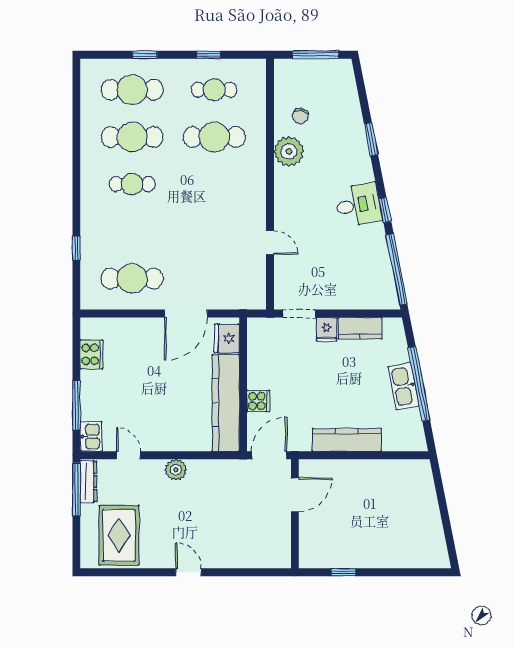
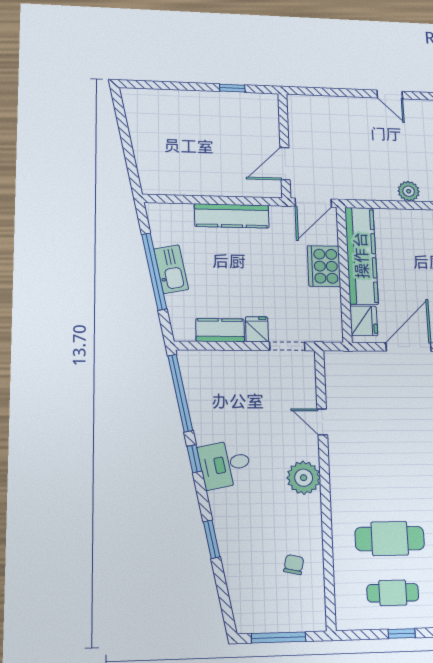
plant: (289, 151) -> (304, 478), moved
cooker: (258, 401) -> (324, 266), width x1.87, depth x1.31

